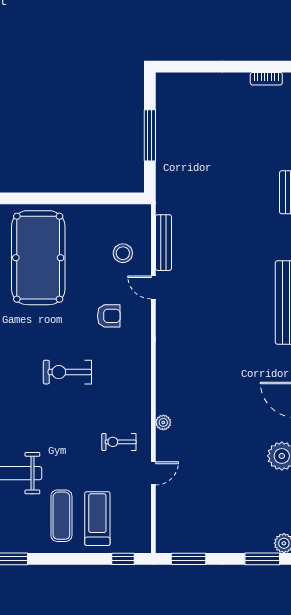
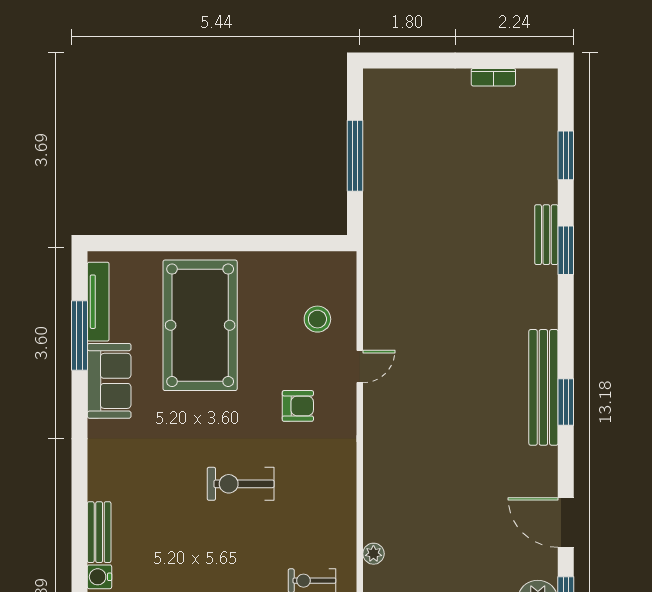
bookcase: (266, 79) -> (493, 77), moved
bench: (163, 243) -> (374, 304), removed
door: (153, 287) -> (360, 366), swing flipped

